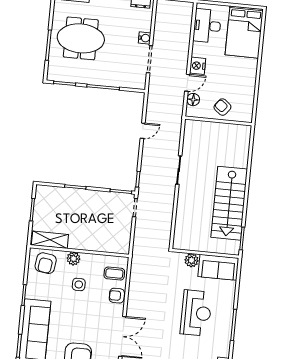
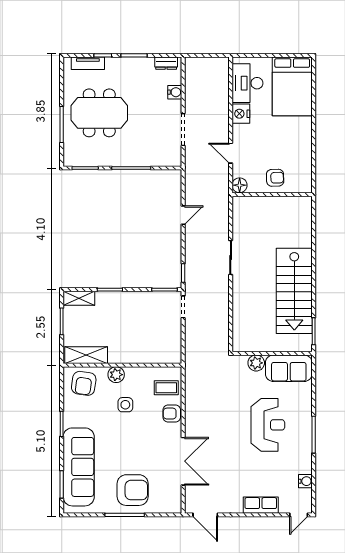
water cooler: (145, 38) -> (175, 92), moved
nightstand: (198, 66) -> (241, 114), moved
door: (187, 83) -> (231, 153), swing flipped
floor lamp: (193, 100) -> (240, 185), moved
armchair: (222, 107) -> (275, 178), turned 140
shelving: (49, 192) -> (79, 298), added

